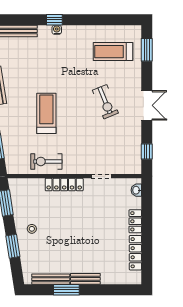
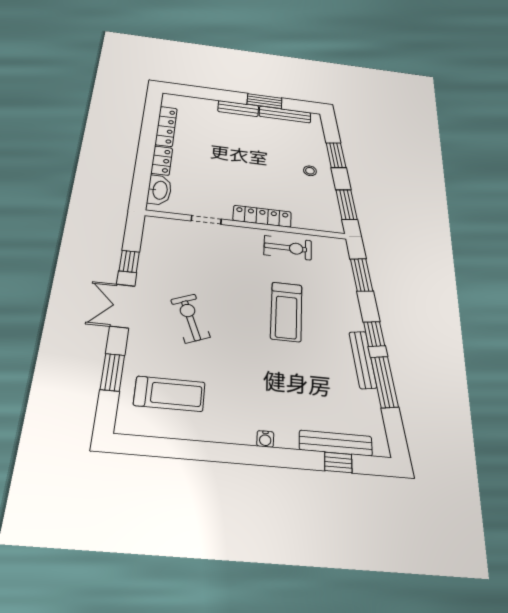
window: (54, 20) -> (338, 462), moved
window: (147, 50) -> (112, 372), moved
window: (147, 152) -> (129, 261), moved
washbasin: (136, 190) -> (159, 190), width x1.91, depth x1.45

